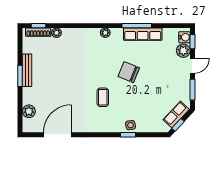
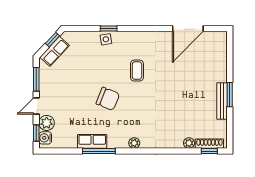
row of seats: (143, 34) -> (92, 141), width x0.68
plant: (29, 111) -> (220, 55), removed

